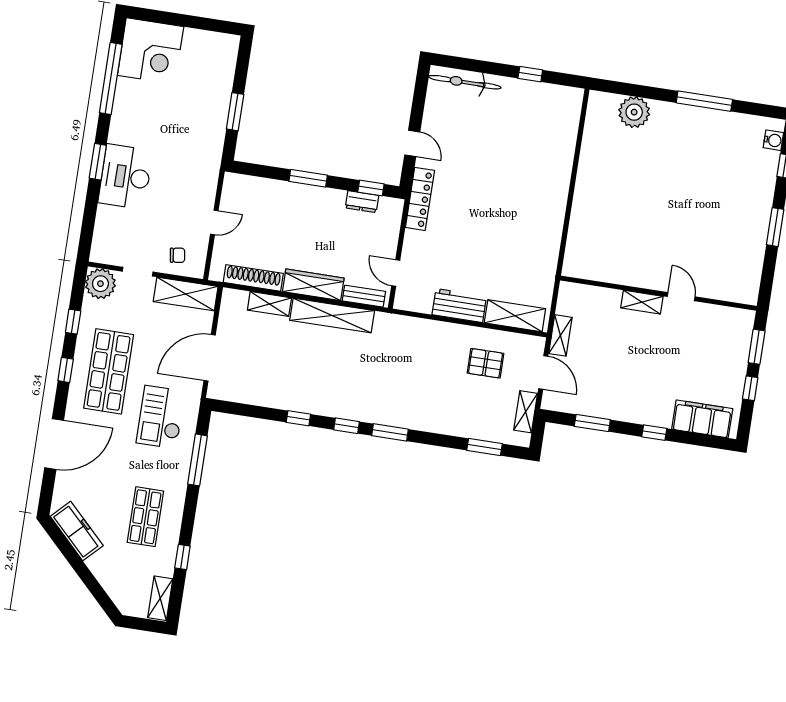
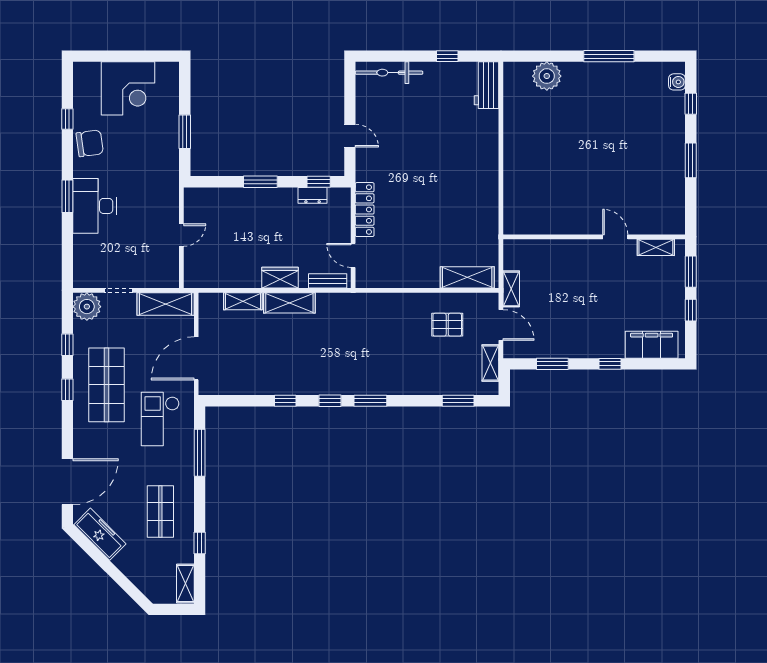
corner desk: (151, 51) -> (128, 88), moved
window: (111, 79) -> (67, 119), width x0.32
locker: (420, 199) -> (365, 210), moved
chair: (177, 255) -> (90, 143), moved, width x1.87, depth x1.87
shoe rack: (253, 278) -> (225, 280), removed
wardrobe: (313, 285) -> (280, 278), width x0.67
shelving: (642, 302) -> (656, 247), moved
workbench: (459, 306) -> (487, 85), moved, turned -90
shelving: (332, 315) -> (289, 303), width x0.68
door: (54, 444) -> (67, 482), moved

